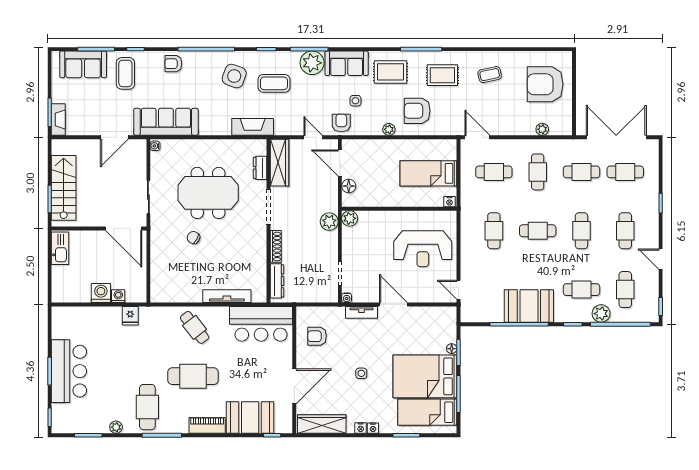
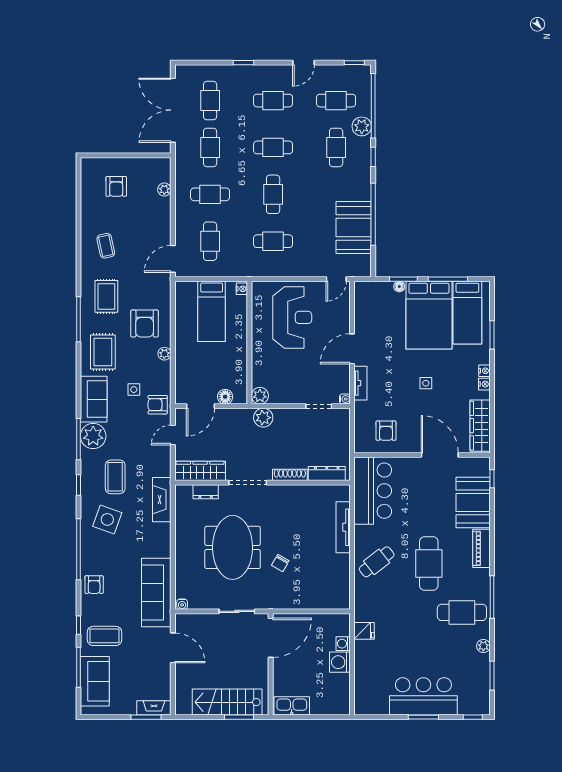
armchair: (545, 84) -> (116, 186), width x0.53, depth x0.53
booth: (529, 306) -> (354, 228), moved

